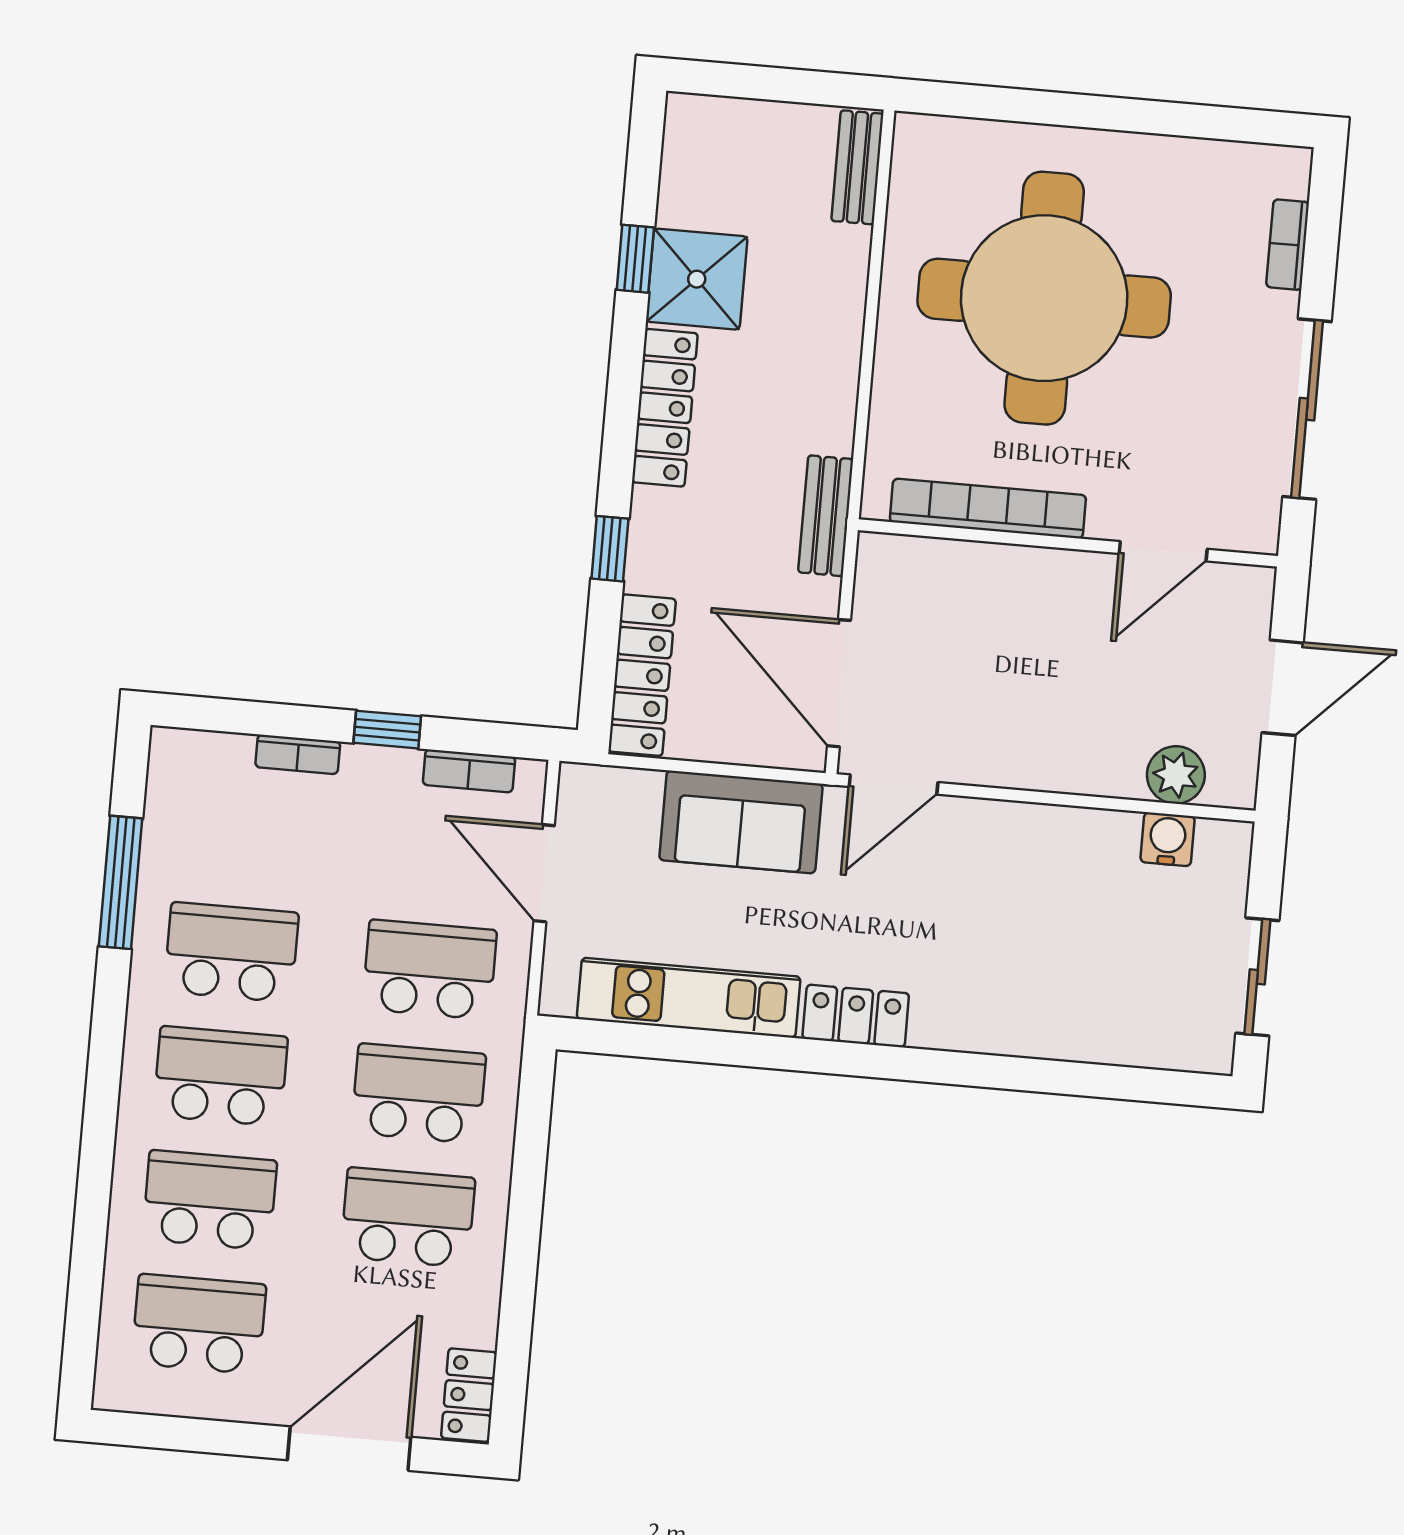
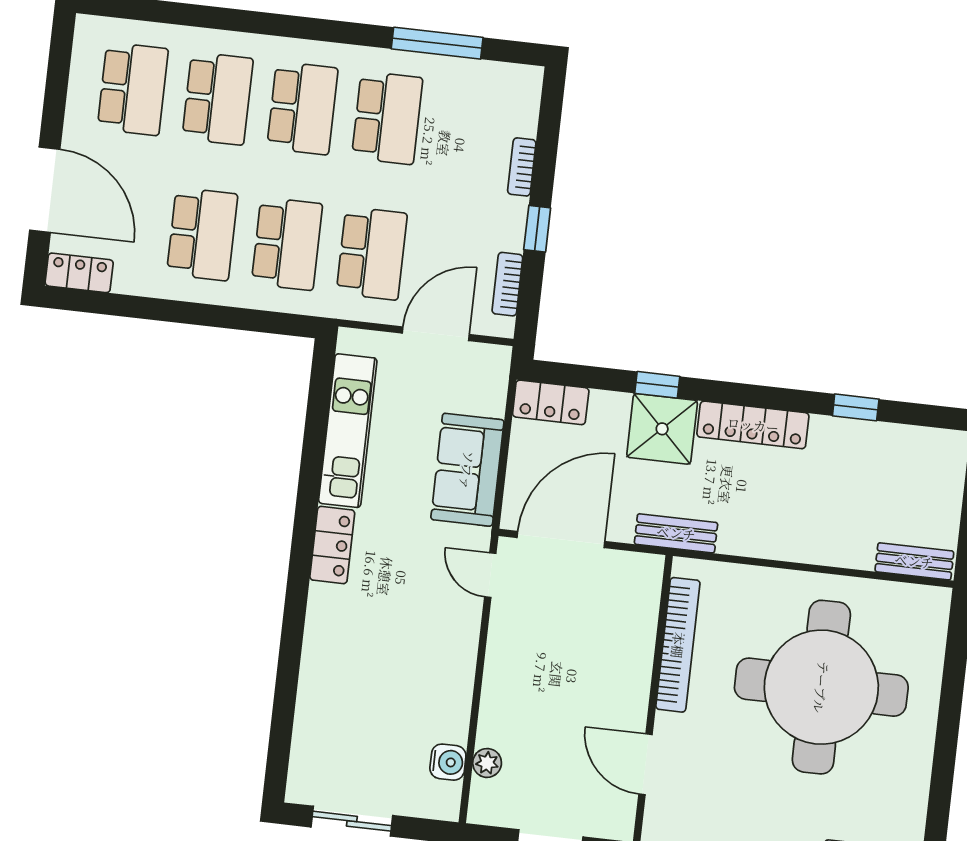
shower: (697, 279) -> (662, 429), moved
locker: (642, 675) -> (551, 402), width x0.66
plant: (1176, 775) -> (487, 763), width x0.73, depth x0.73
door: (893, 785) -> (490, 575), width x0.73

